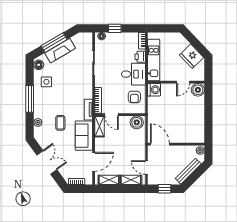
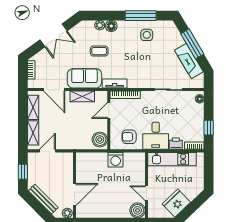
window: (115, 28) -> (209, 128), moved
fireplace: (60, 51) -> (189, 61), moved
floor lamp: (39, 65) -> (111, 26), moved
washing machine: (154, 90) -> (116, 160), moved
window: (30, 99) -> (141, 16), moved
shelving: (100, 126) -> (82, 96), moved
door: (160, 144) -> (74, 195), moved

